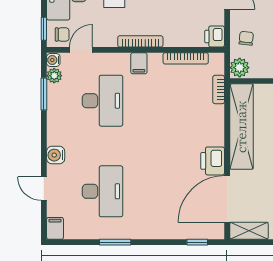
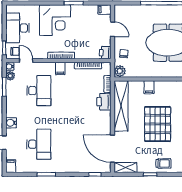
door: (81, 50) -> (26, 61), hinge flipped
printer: (213, 161) -> (104, 102), moved
door: (227, 199) -> (112, 149), hinge flipped

